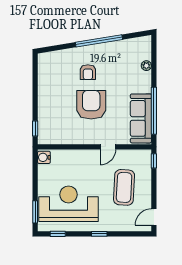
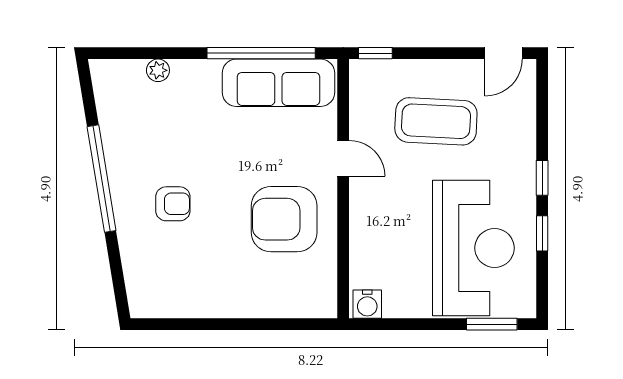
armchair: (91, 105) -> (284, 219), moved
window: (35, 129) -> (302, 324), removed
reception desk: (68, 204) -> (473, 248), turned 180
door: (154, 217) -> (504, 53), hinge flipped
window: (58, 234) -> (542, 233), moved

